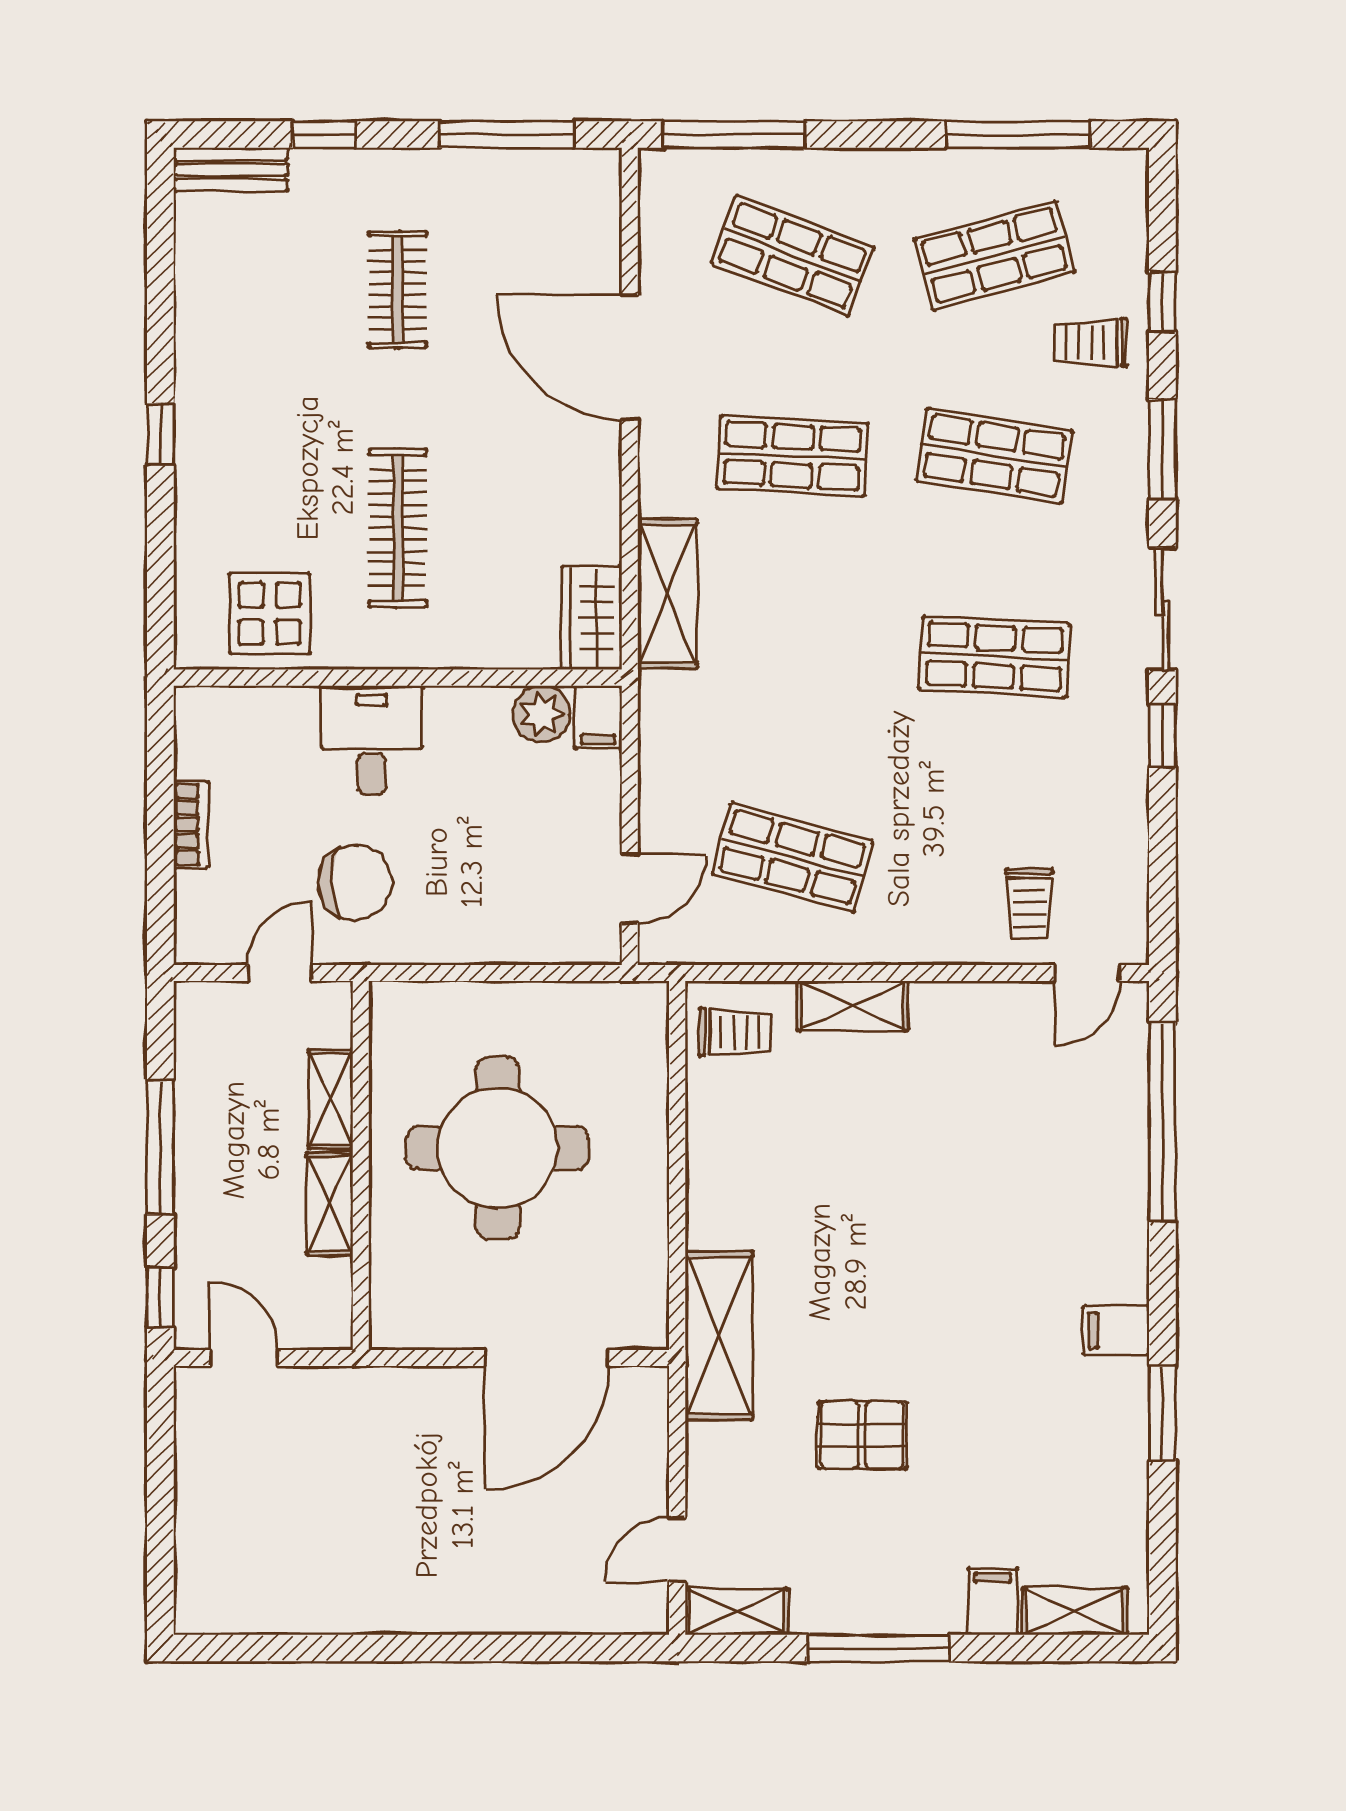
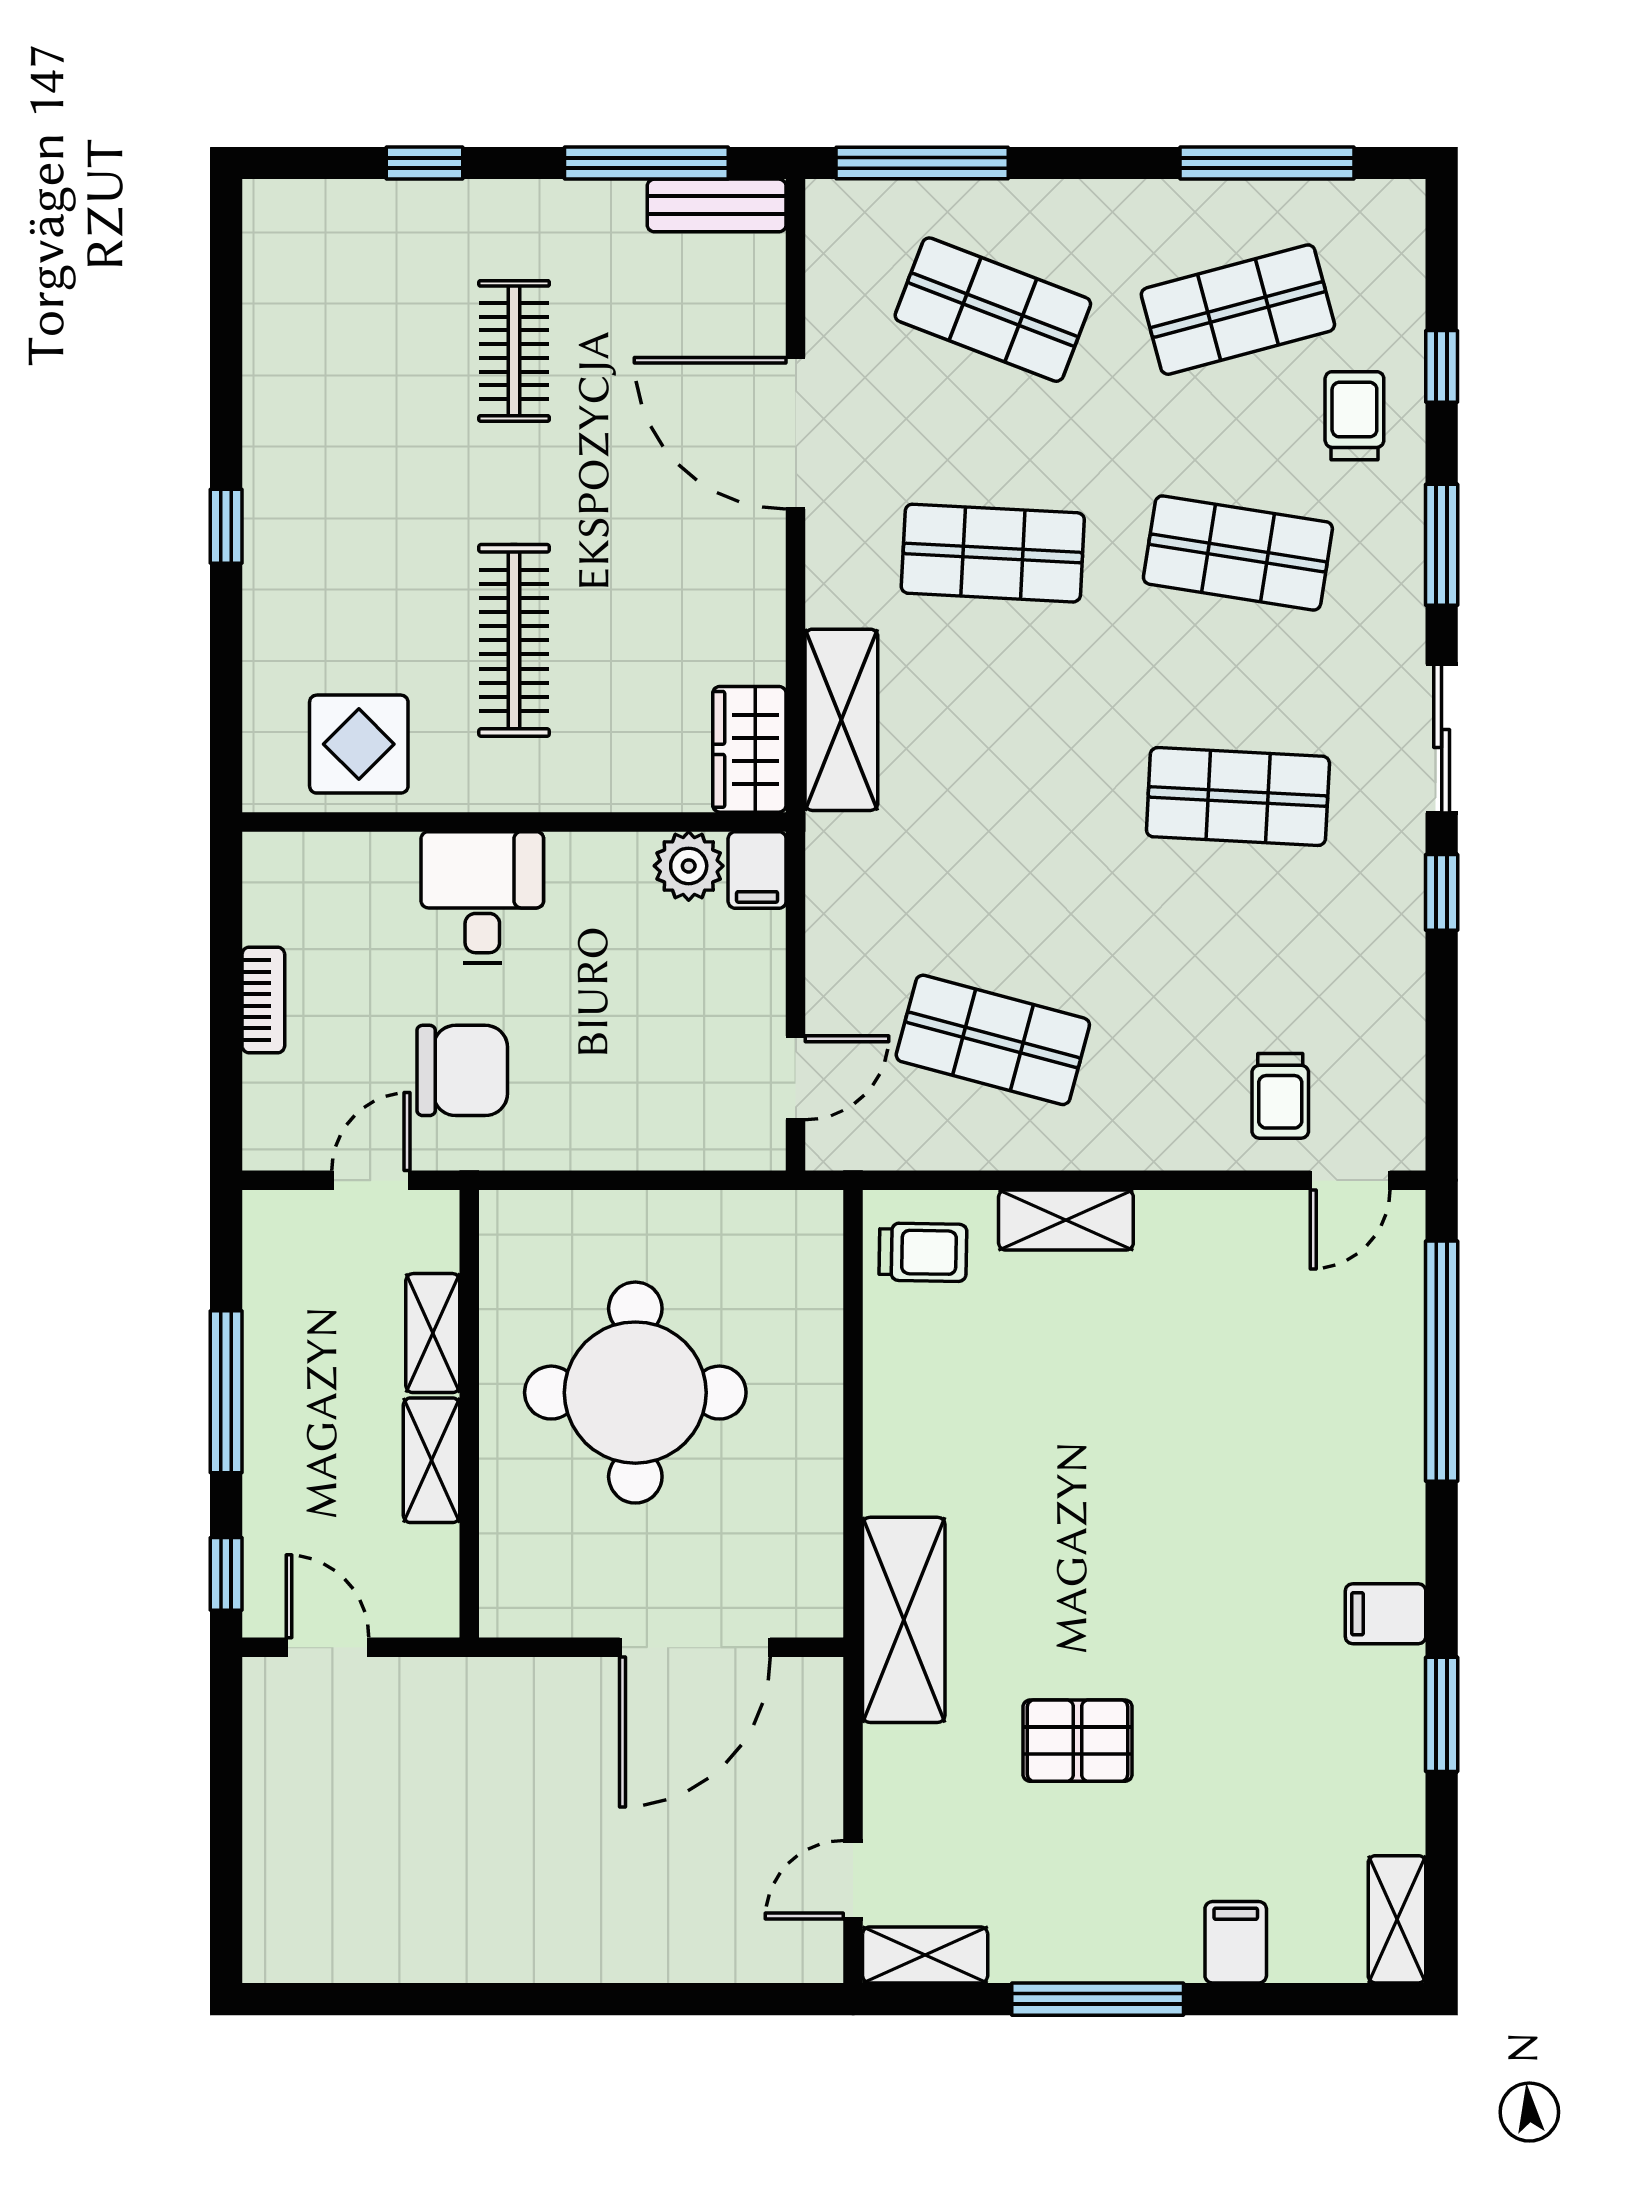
bench: (231, 169) -> (717, 205), moved
trolley: (1090, 343) -> (1354, 416), turned 90
shelving: (1075, 1611) -> (1397, 1919), moved, turned 90

